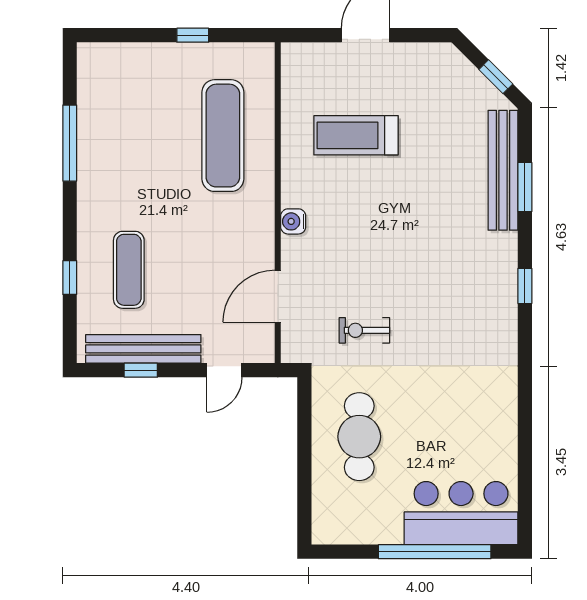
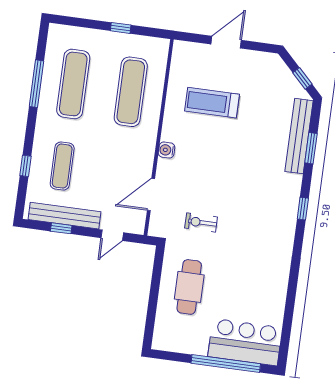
exercise mat: (129, 136) -> (73, 84), added

